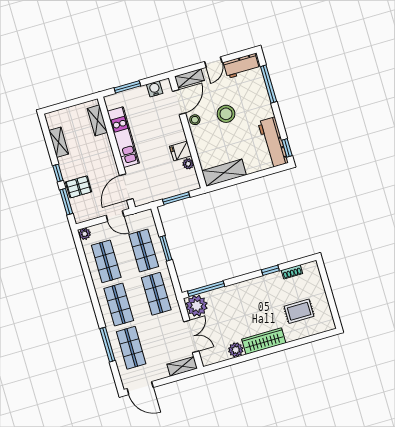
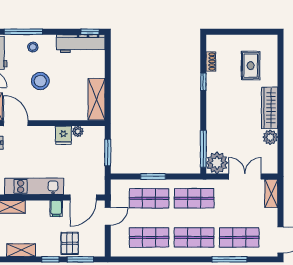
stool: (195, 120) -> (33, 47), moved
filing cabinet: (108, 164) -> (56, 208), added
door: (126, 187) -> (83, 198), hinge flipped
plant: (85, 234) -> (117, 251), removed

